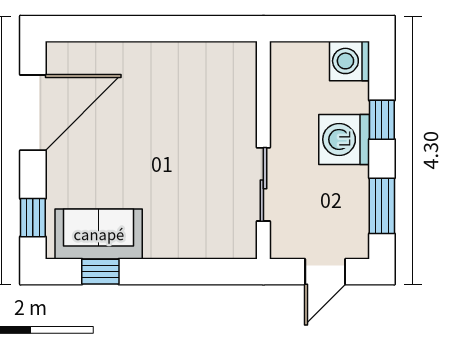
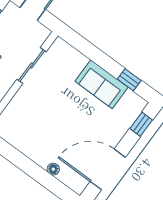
floor lamp: (116, 52) -> (53, 169), added
sofa: (99, 234) -> (102, 84), moved

